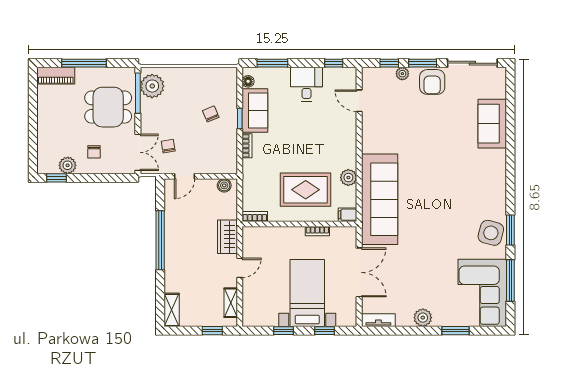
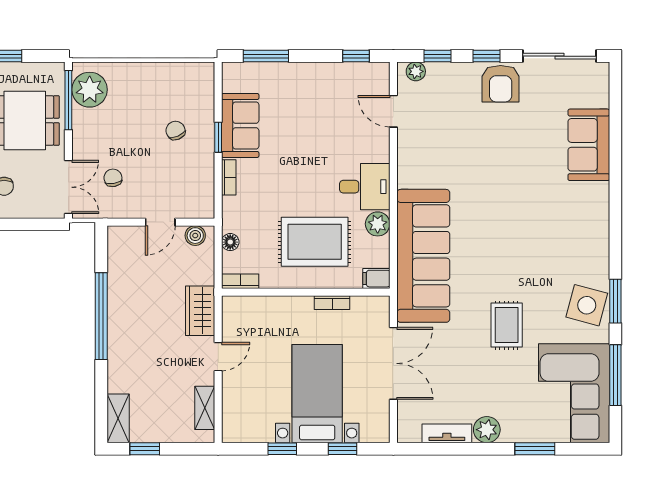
window: (423, 63) -> (486, 56), width x0.67
plant: (402, 74) -> (416, 71), moved
floor lamp: (248, 81) -> (230, 242), moved
desk: (307, 84) -> (365, 187), moved, turned 90
door: (185, 176) -> (160, 222), moved
rug: (436, 246) -> (507, 325), added
tv unit: (378, 320) -> (447, 433), moved
window: (212, 331) -> (145, 449), moved

